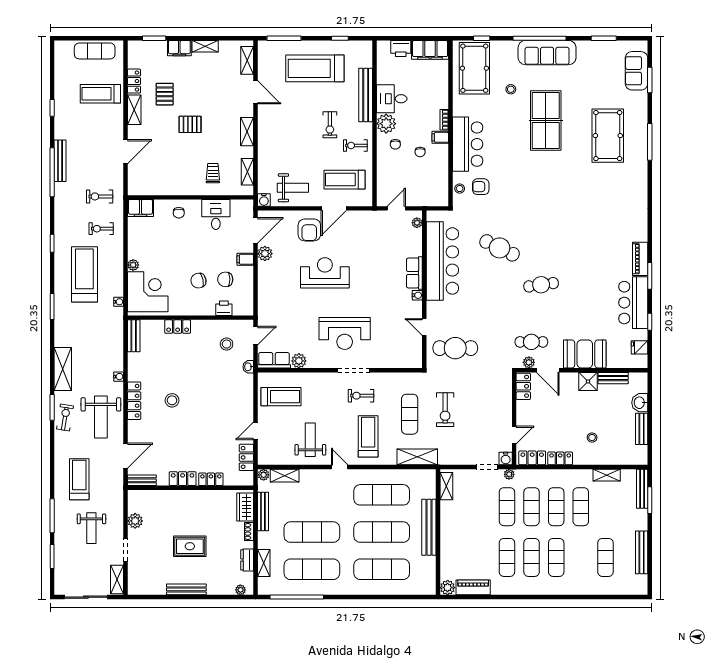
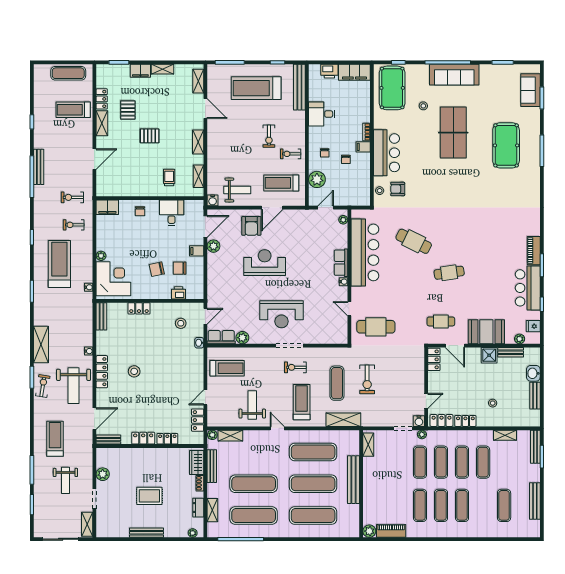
bench: (366, 95) -> (299, 87), moved
plant: (386, 124) -> (317, 179), moved
plant: (529, 362) -> (520, 339), moved

